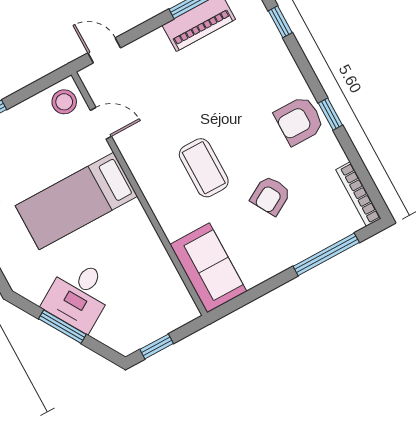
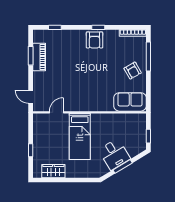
door: (104, 50) -> (31, 97), hinge flipped
stool: (64, 102) -> (41, 121), removed
coffee table: (204, 168) -> (93, 84), removed
armchair: (270, 196) -> (133, 71), moved

